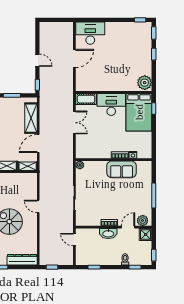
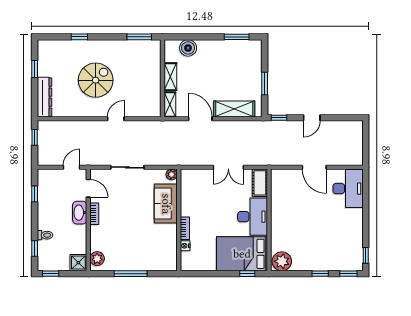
sofa: (122, 169) -> (166, 204), moved
door: (128, 227) -> (88, 188), moved

